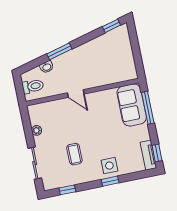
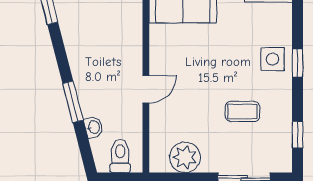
plant: (36, 130) -> (185, 157), width x1.88, depth x1.88

